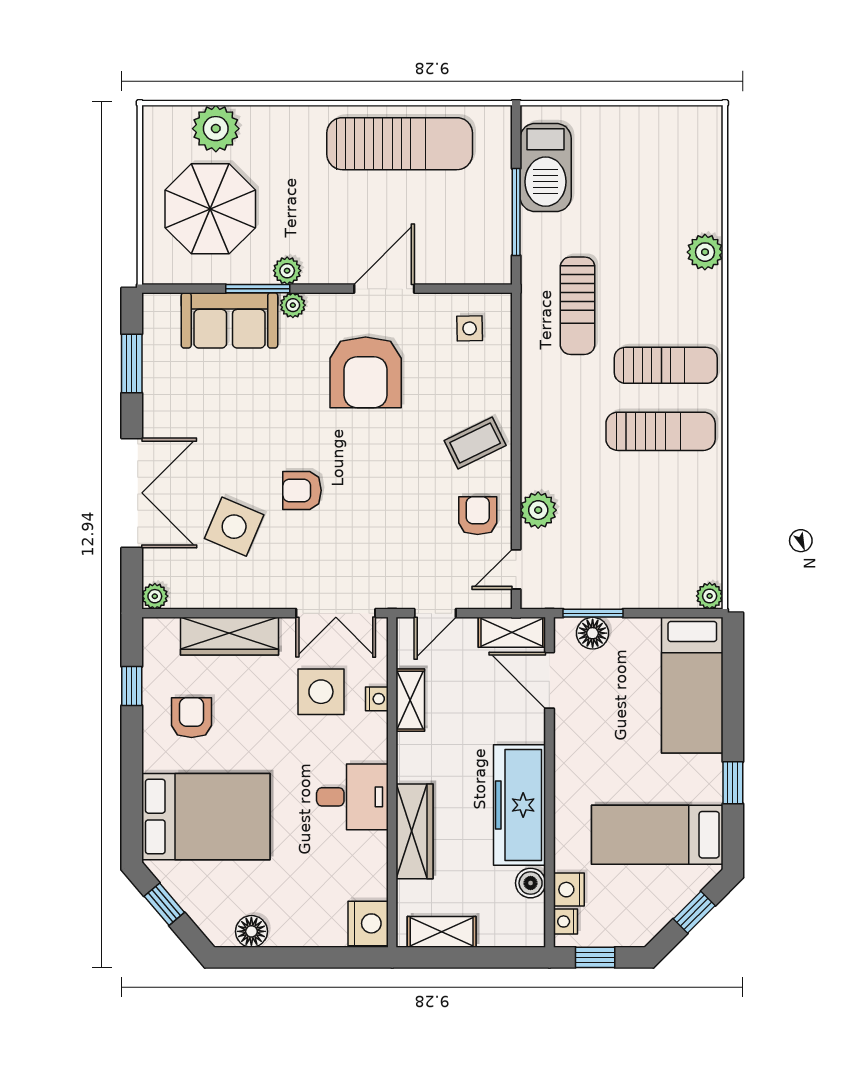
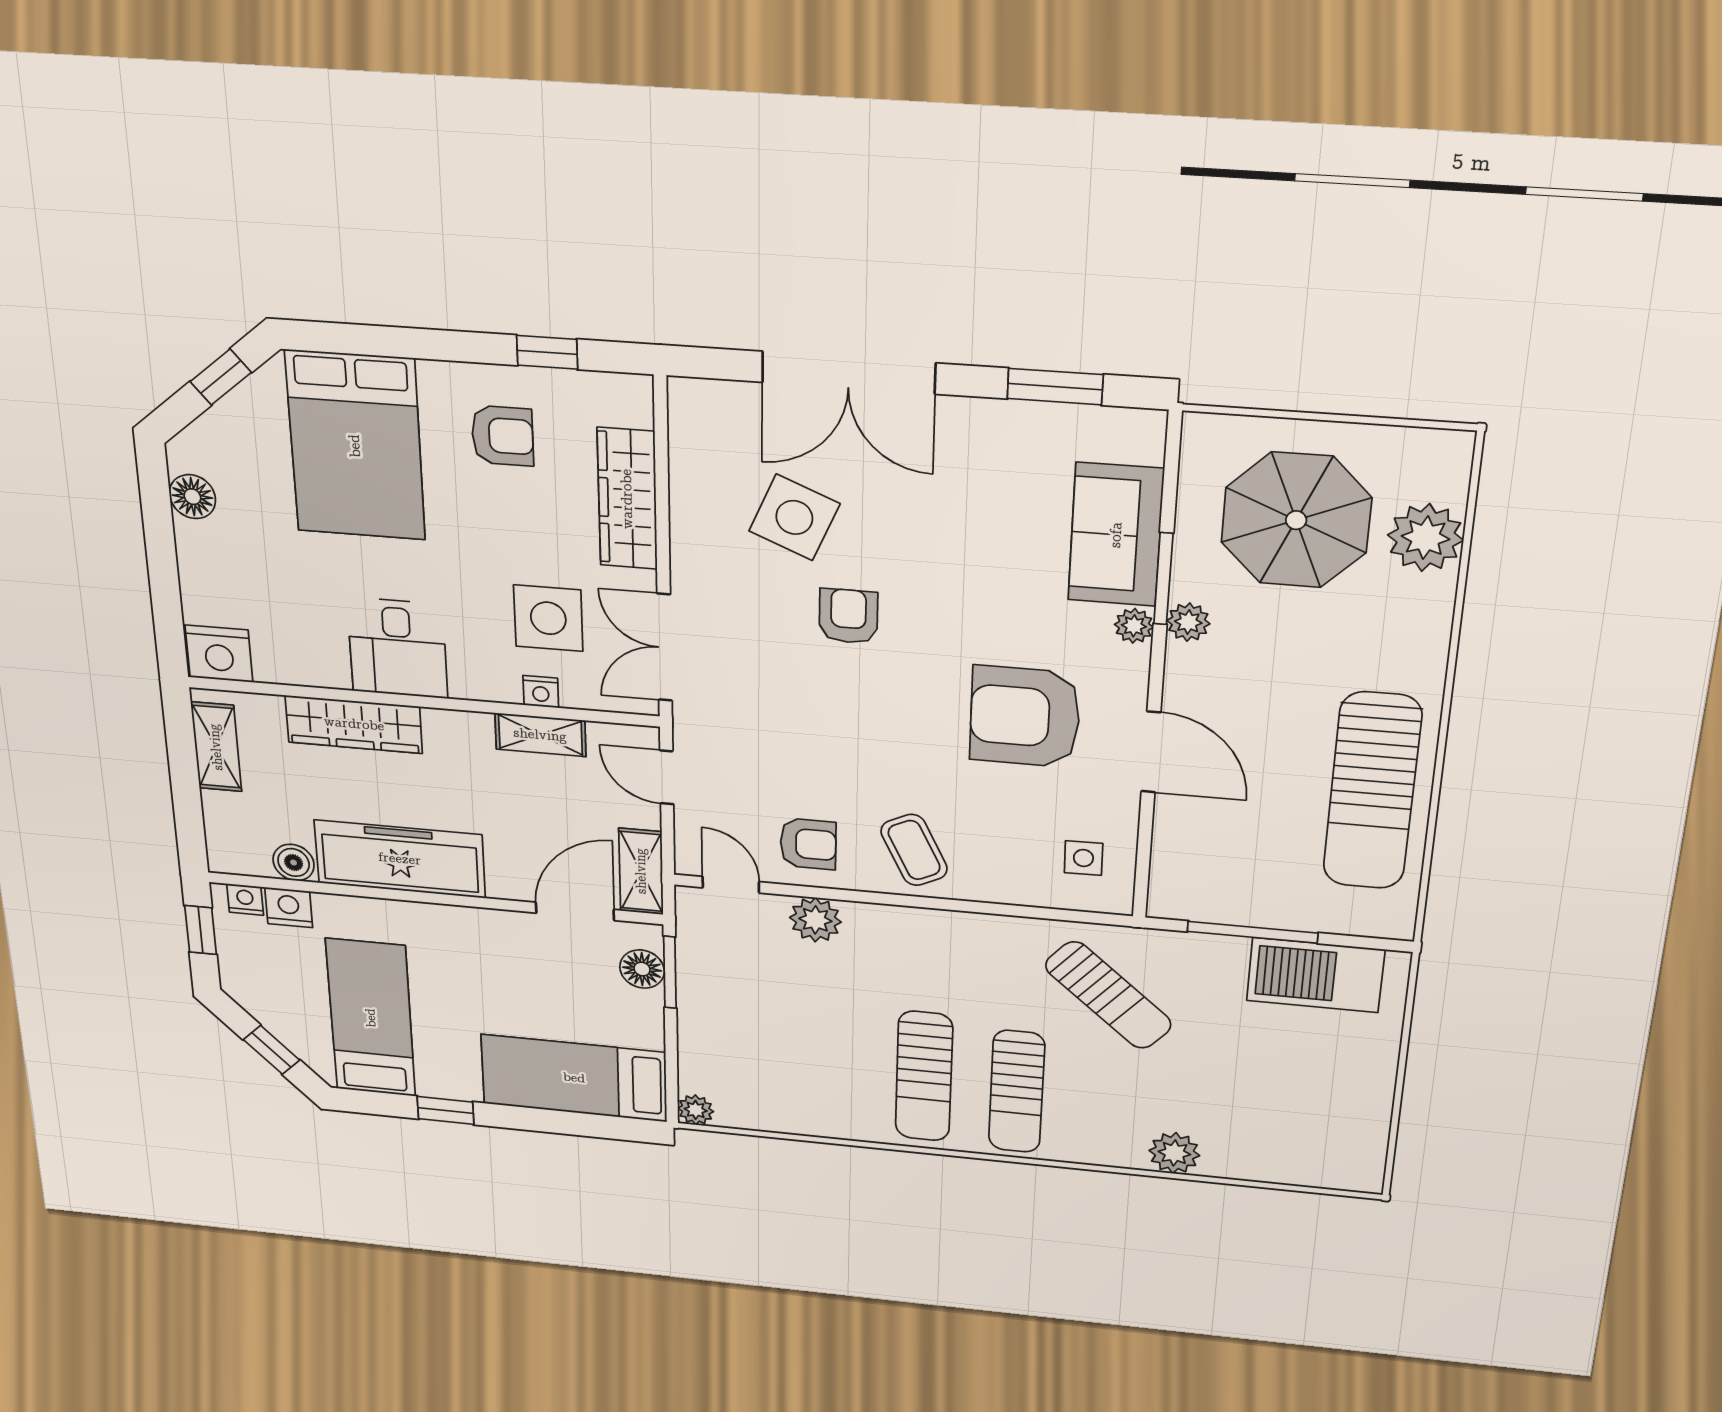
sun lounger: (578, 306) -> (1108, 995), turned -139
plant: (155, 596) -> (687, 396), removed

